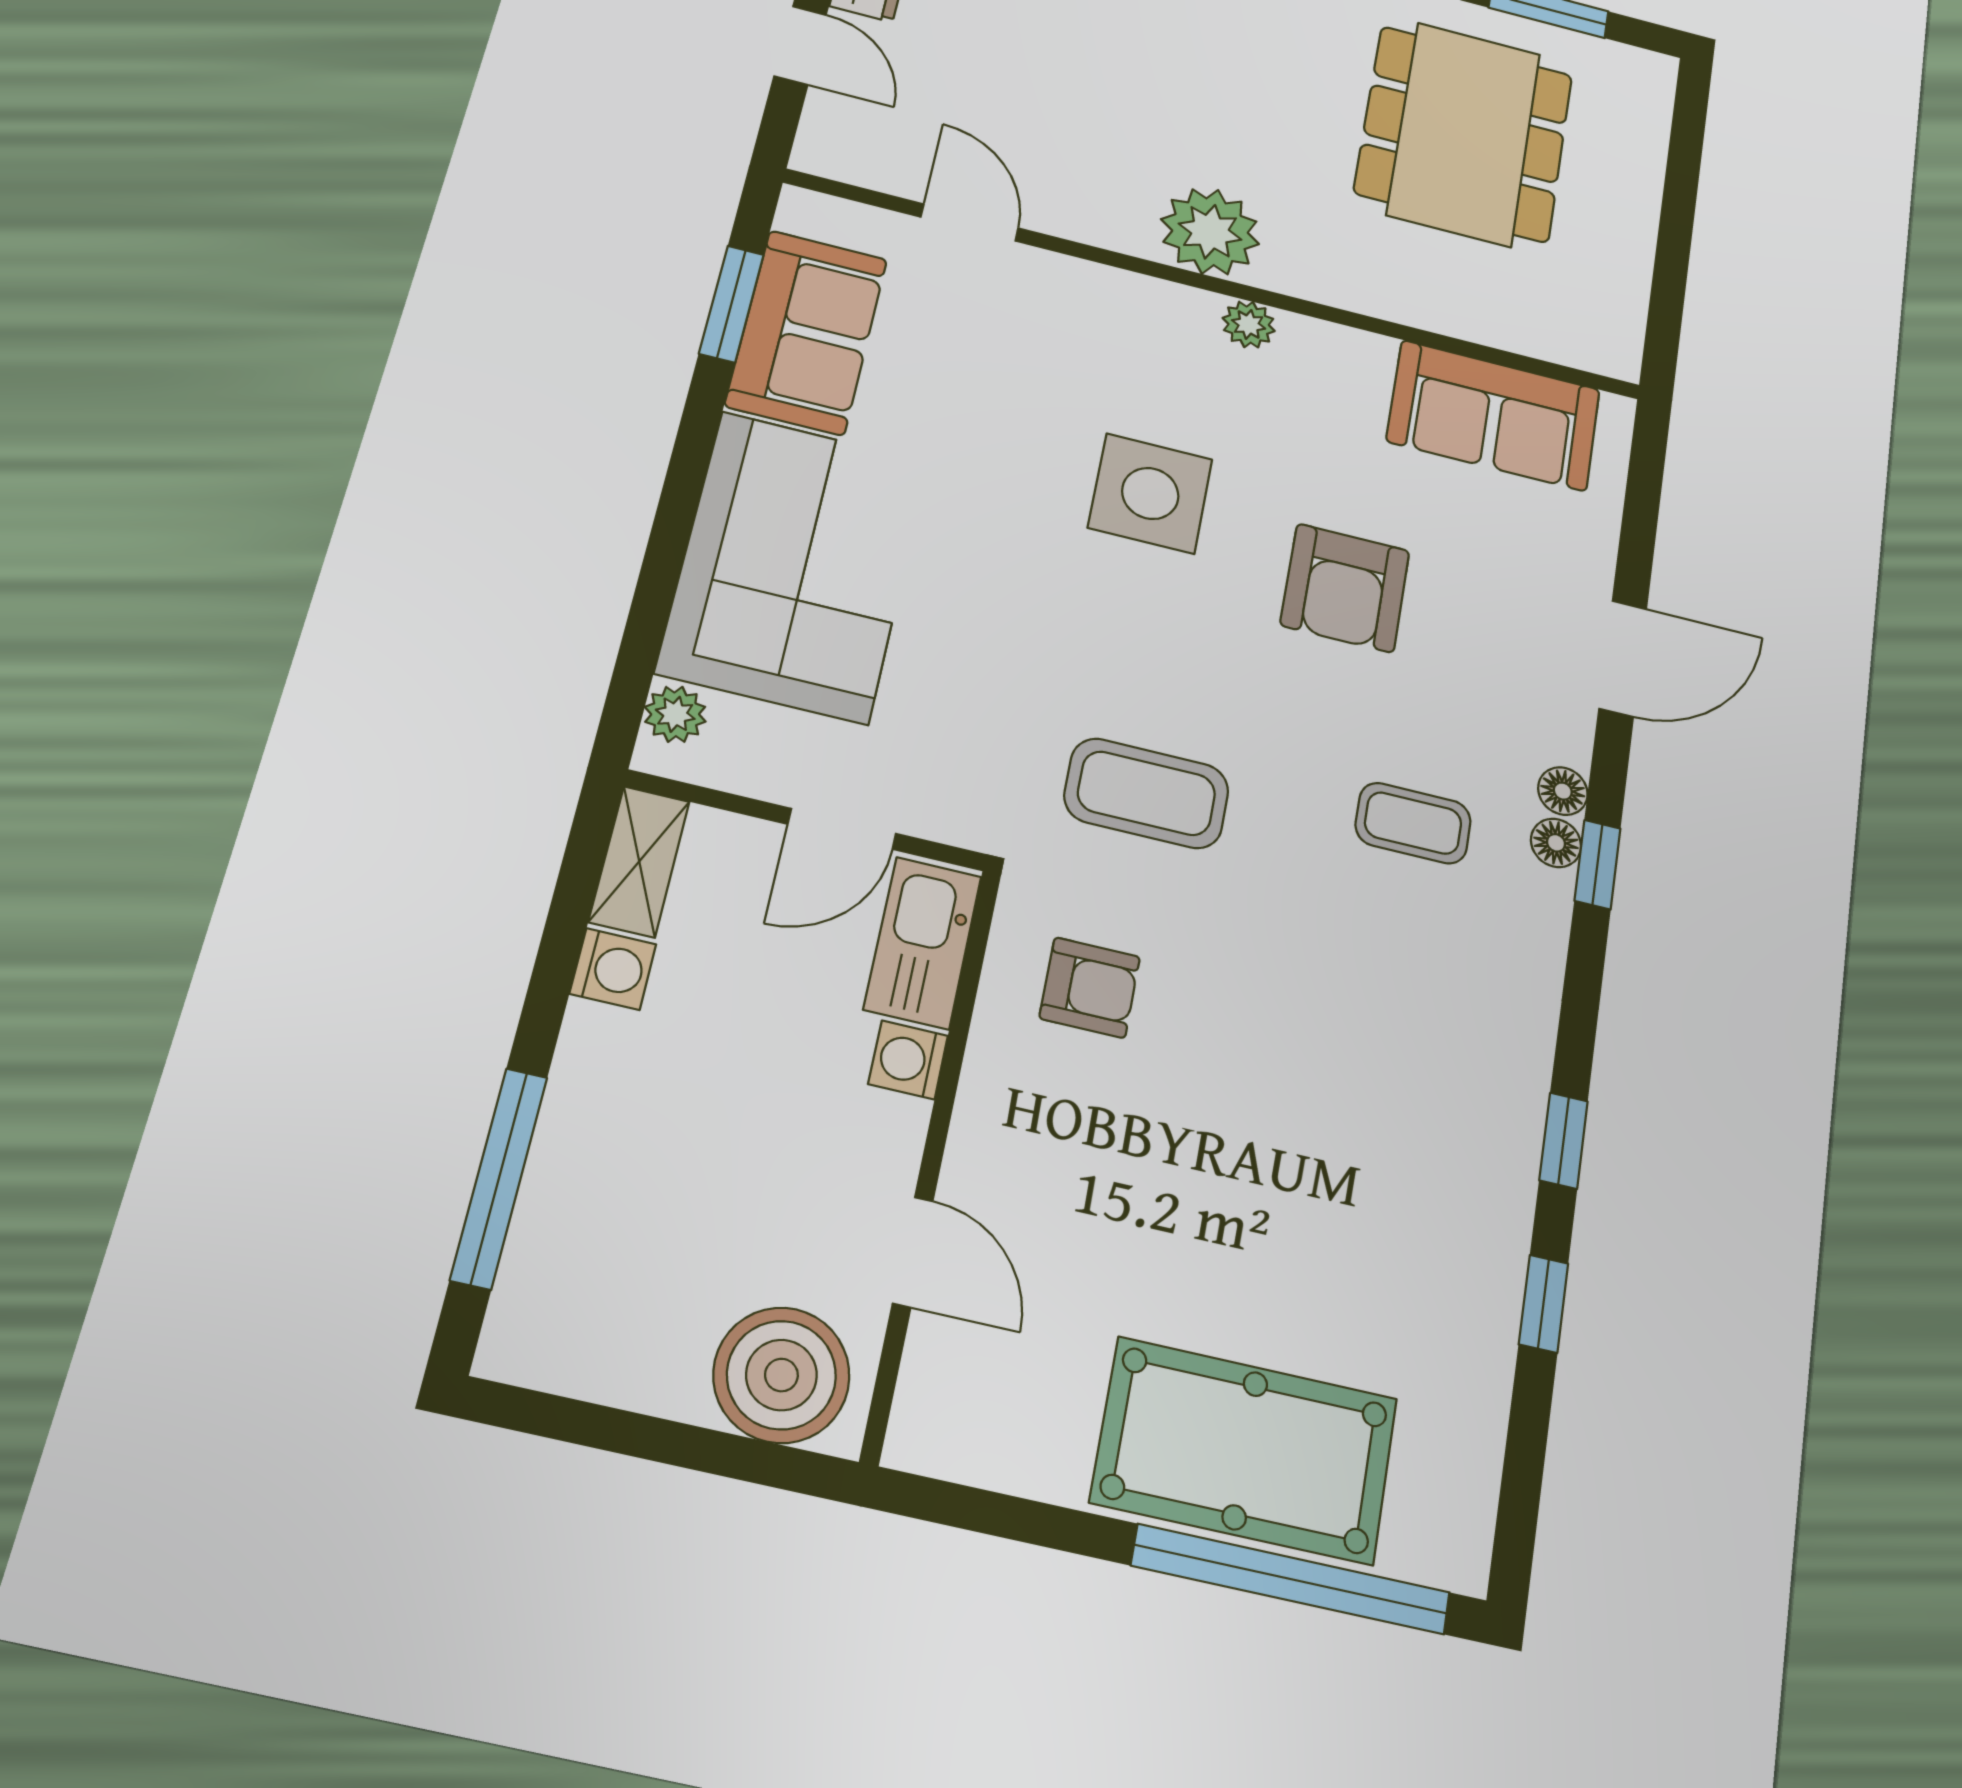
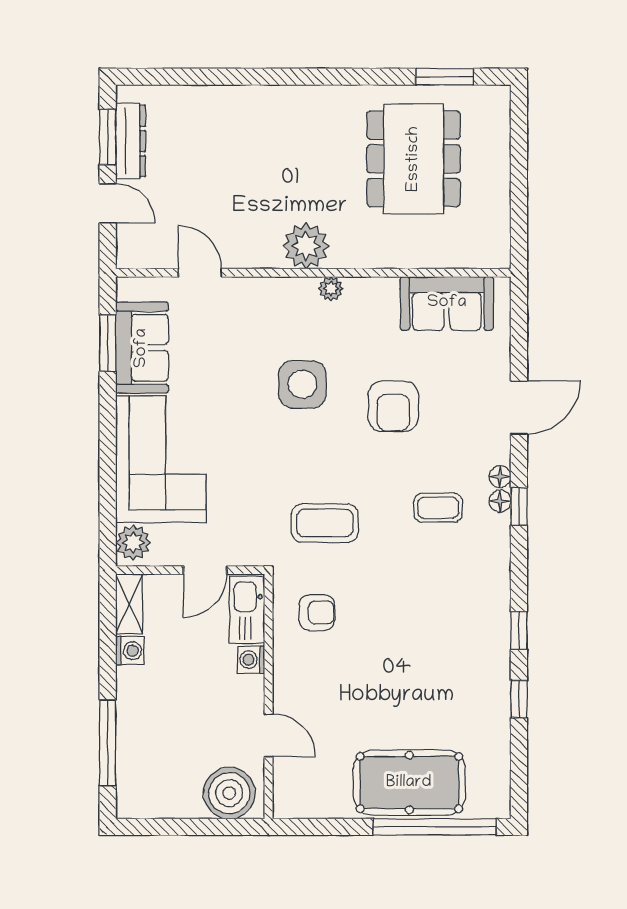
plant: (675, 714) -> (133, 543), width x1.38, depth x1.38

